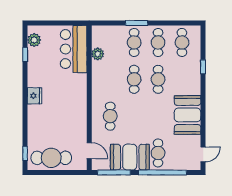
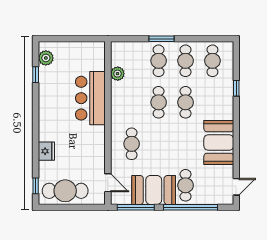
bar counter: (74, 49) -> (90, 98), moved
fridge: (35, 96) -> (46, 151), moved

